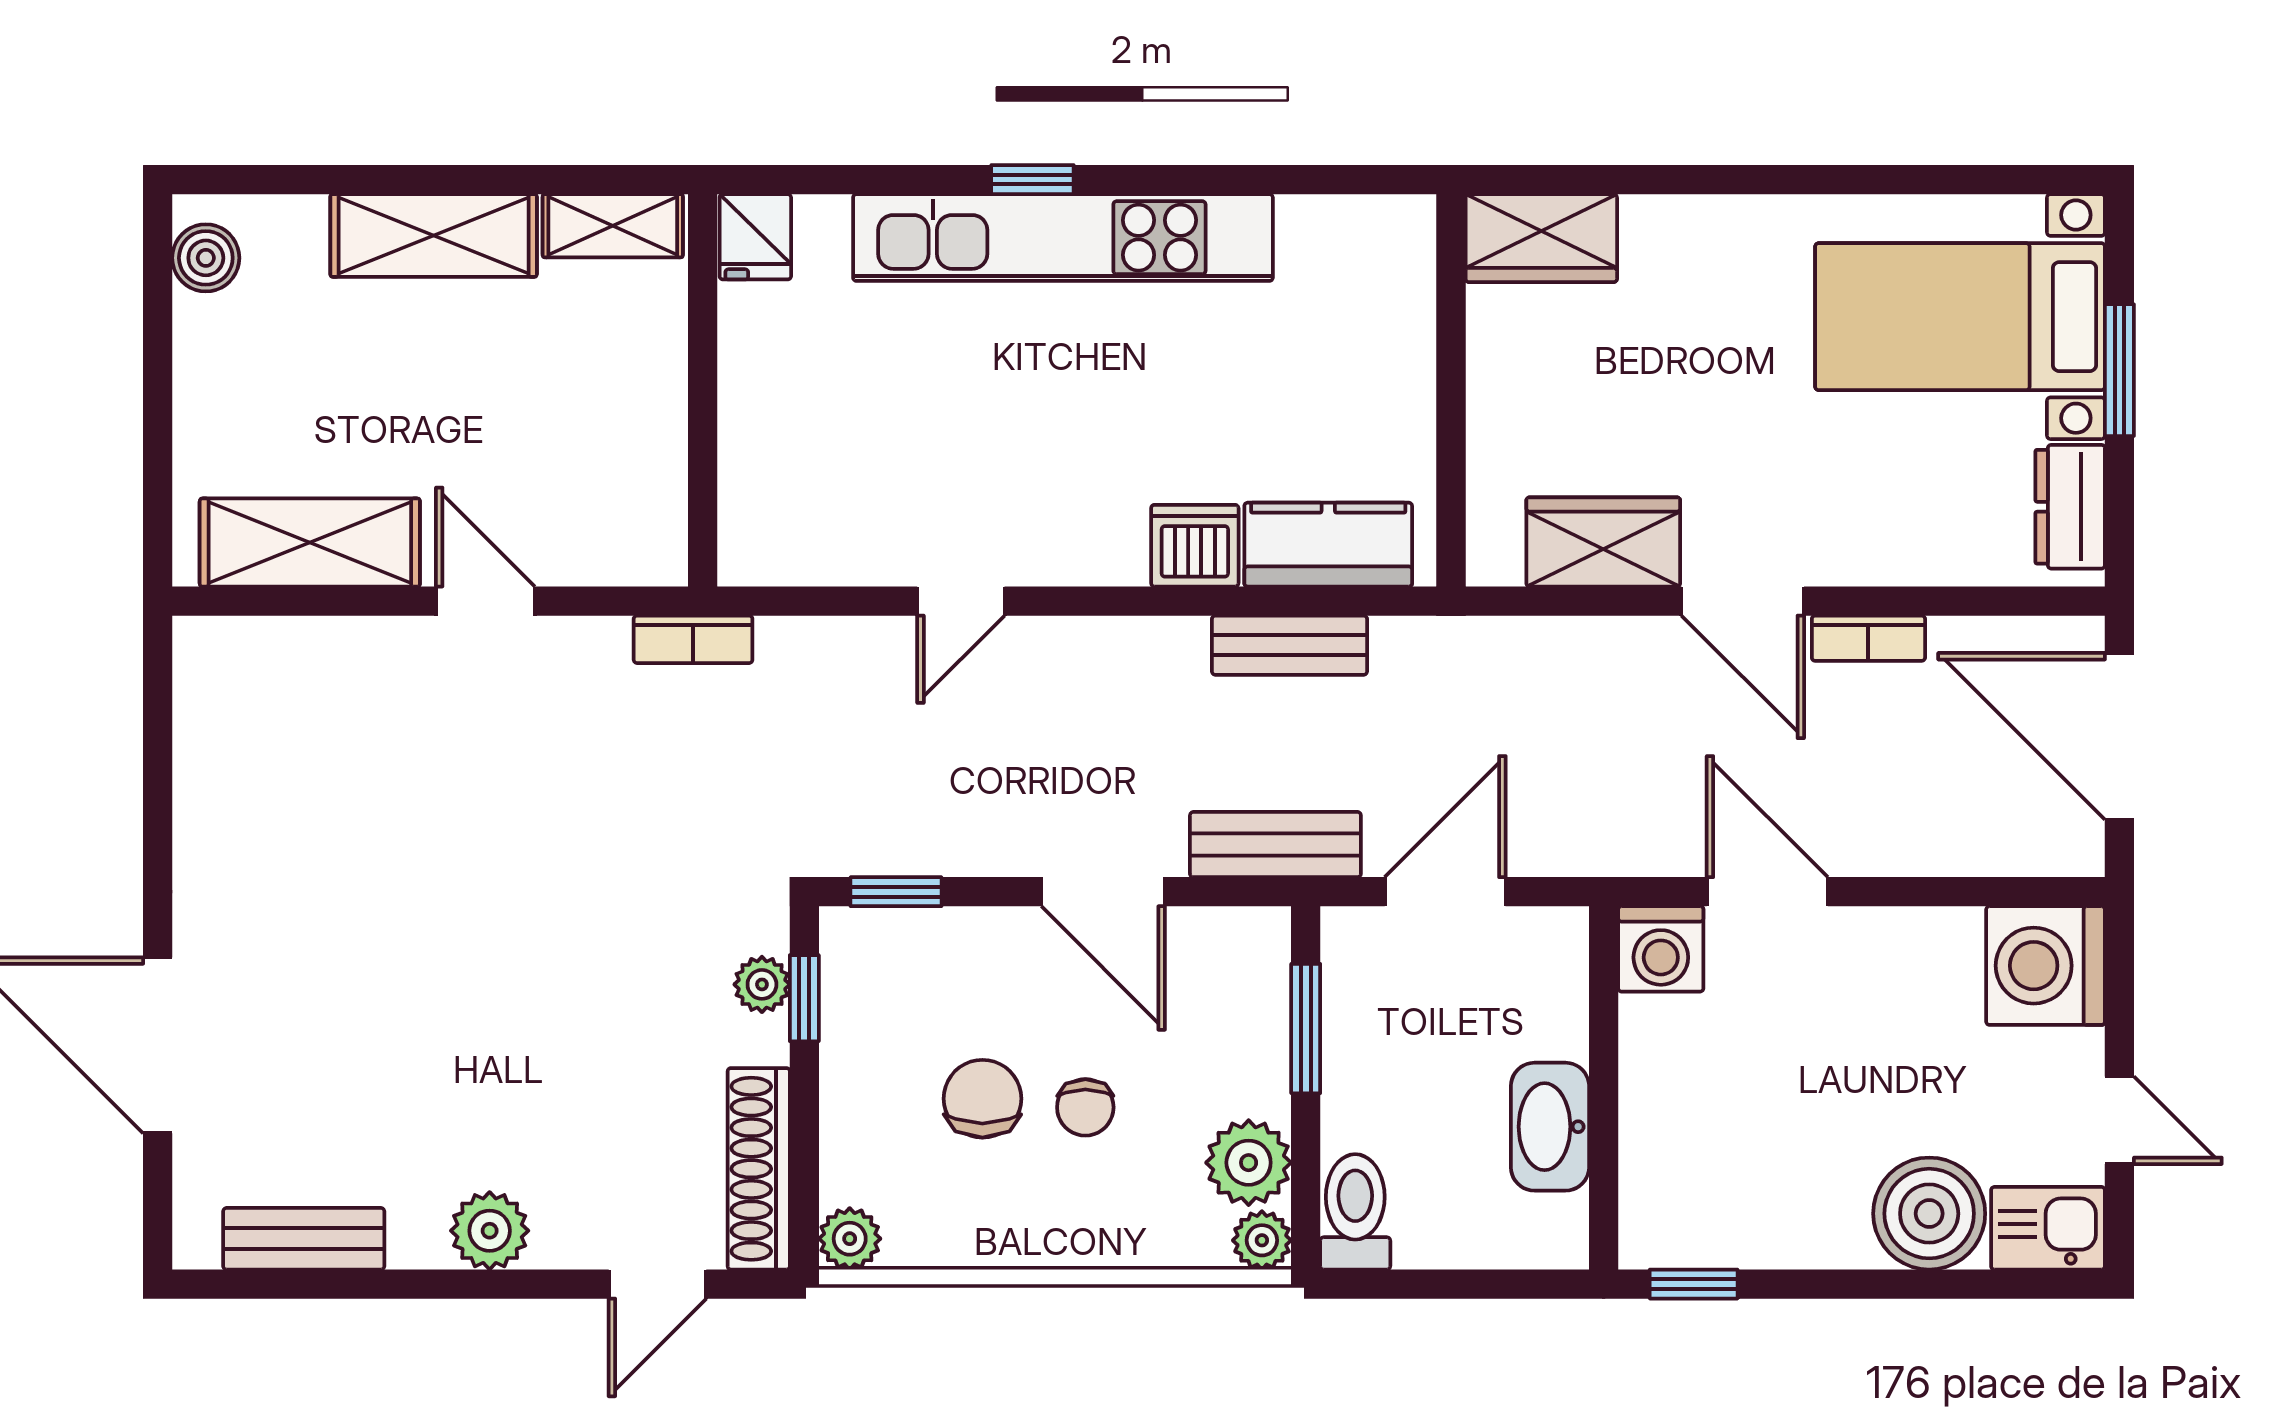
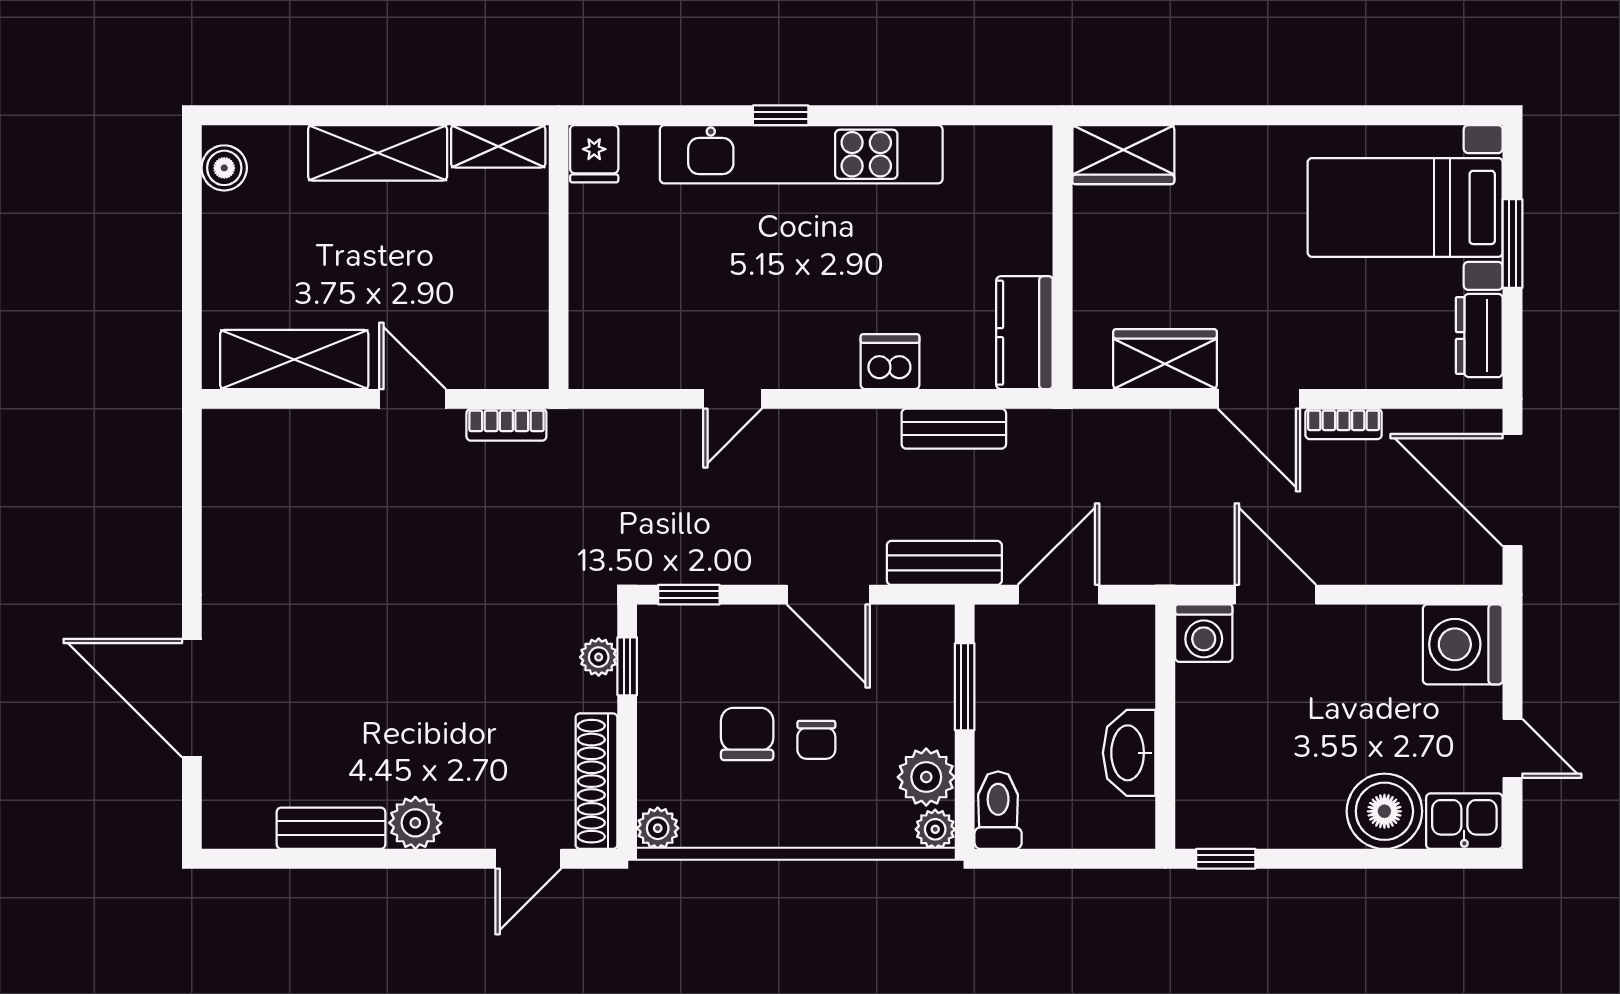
kitchen counter: (1328, 545) -> (1024, 333), moved, turned -90
bookcase: (693, 639) -> (506, 425), moved
bench: (304, 1239) -> (331, 828), moved

